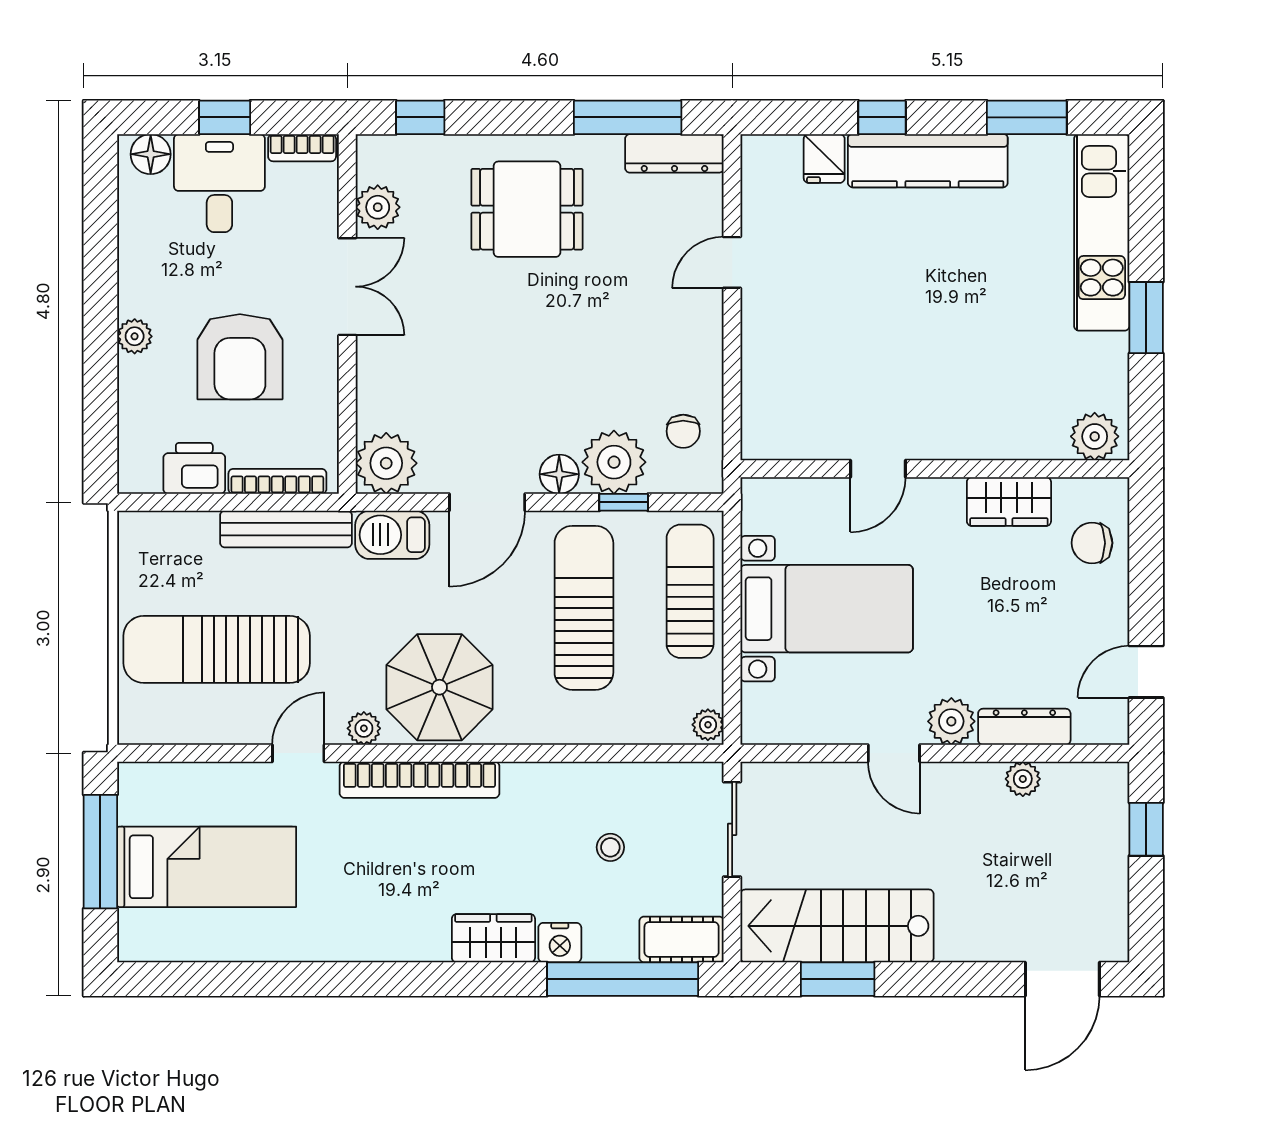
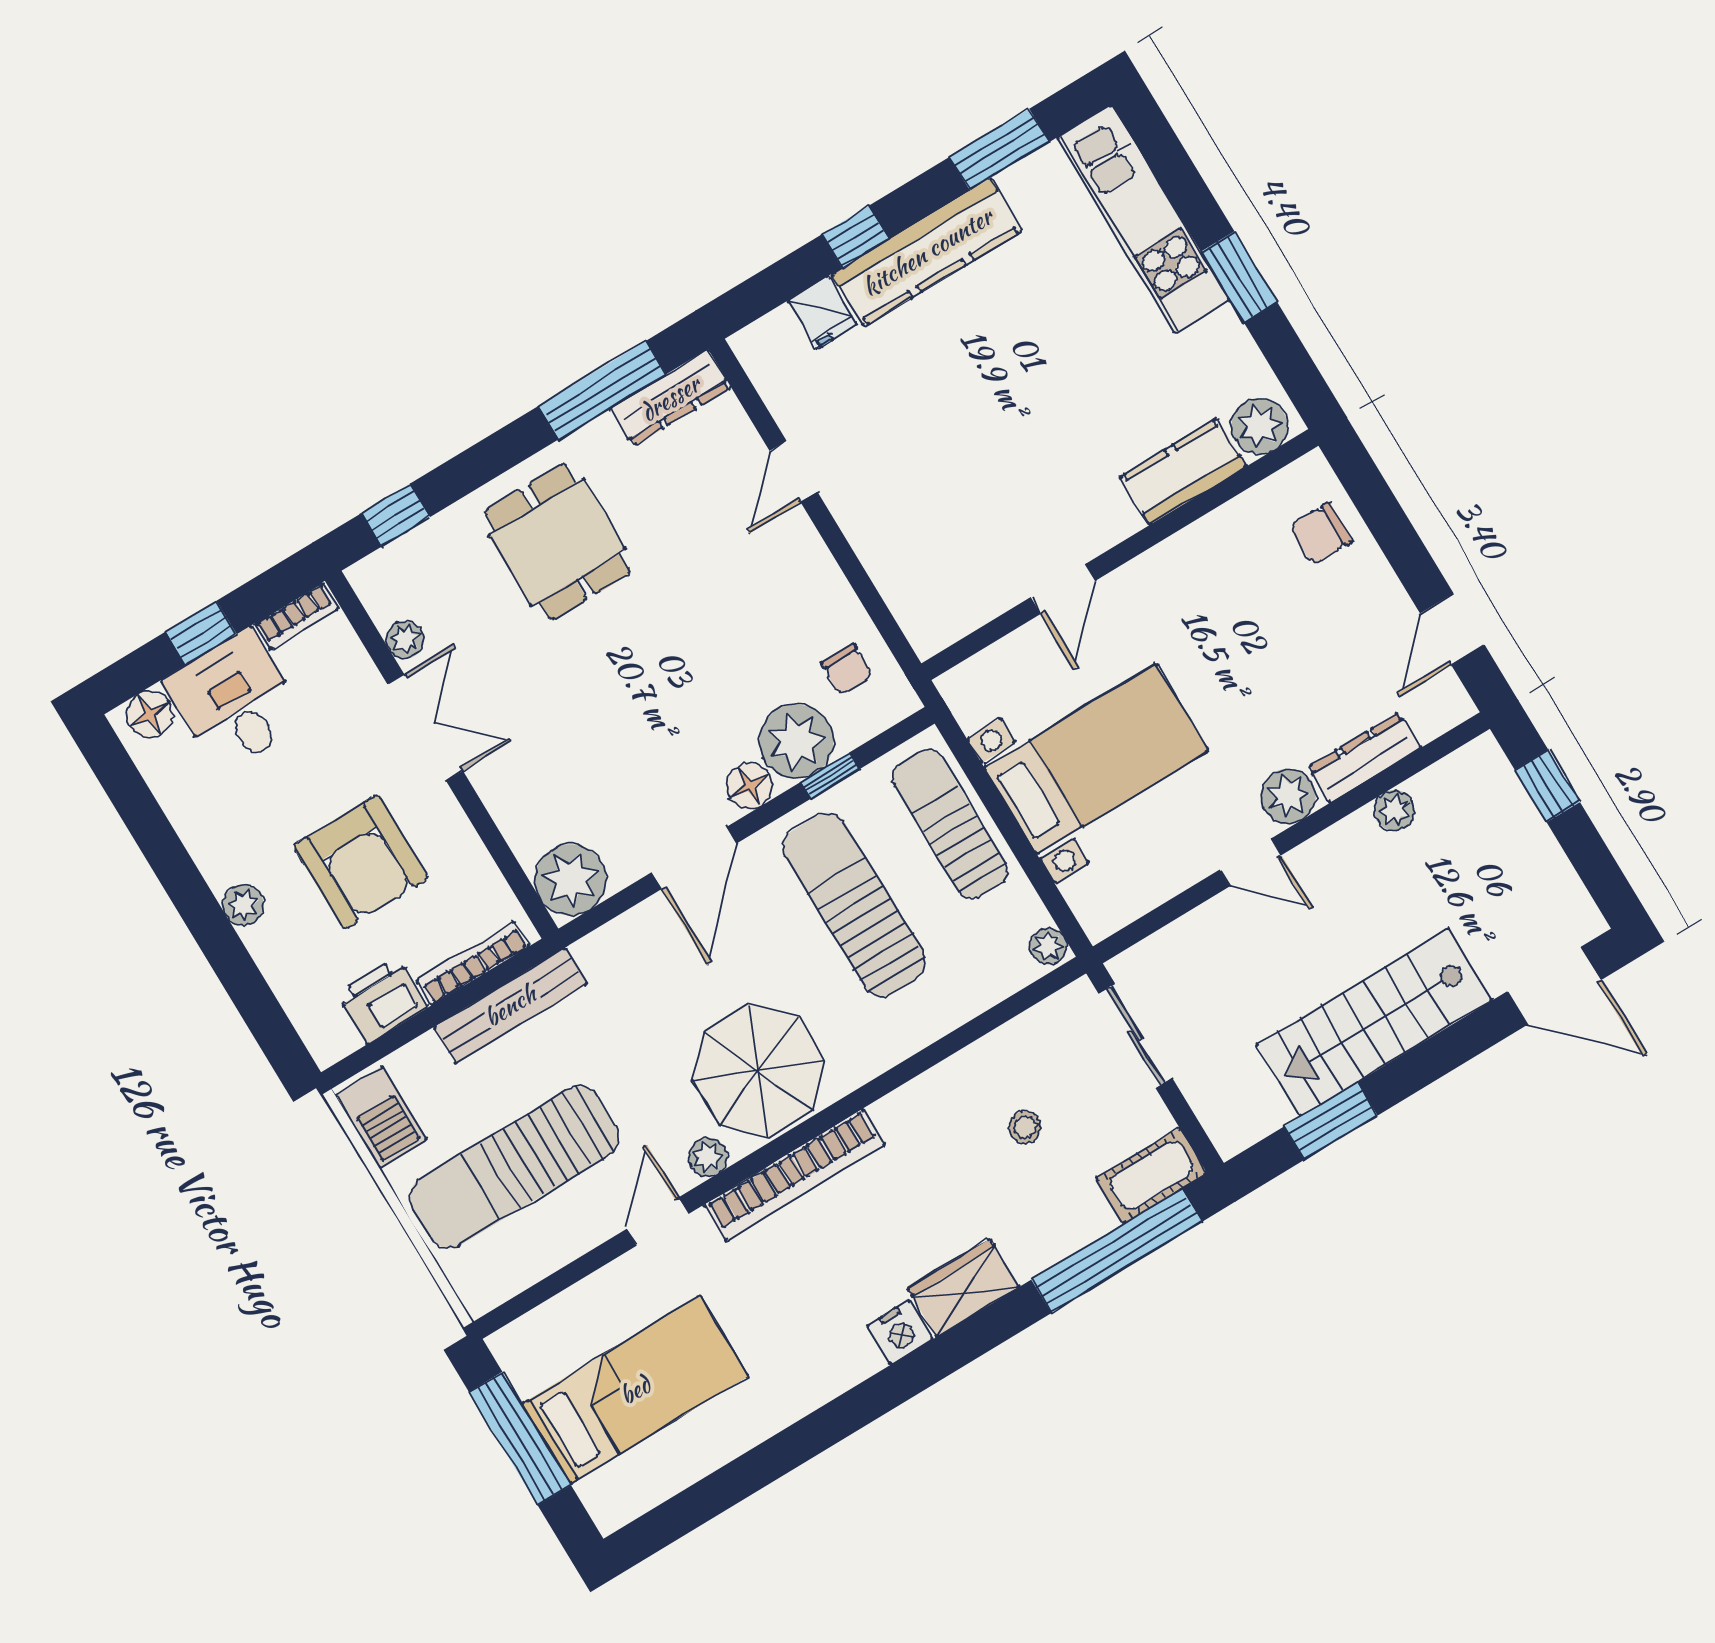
plant: (378, 207) -> (405, 640), width x0.73, depth x0.73
dining table: (527, 209) -> (557, 542), turned 90
kitchen counter: (1018, 436) -> (1183, 472), added
wardrobe: (1009, 502) -> (1213, 543), removed
barbecue: (392, 535) -> (381, 1117), moved, turned -90
stairs: (837, 926) -> (1374, 1022), moved
nightstand: (560, 943) -> (900, 1332), moved
door: (1062, 979) -> (1554, 986), hinge flipped

